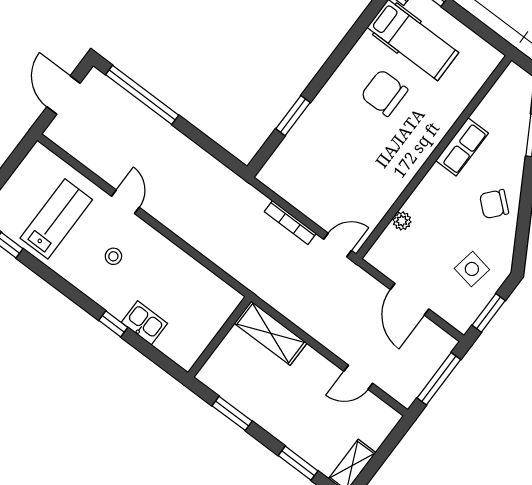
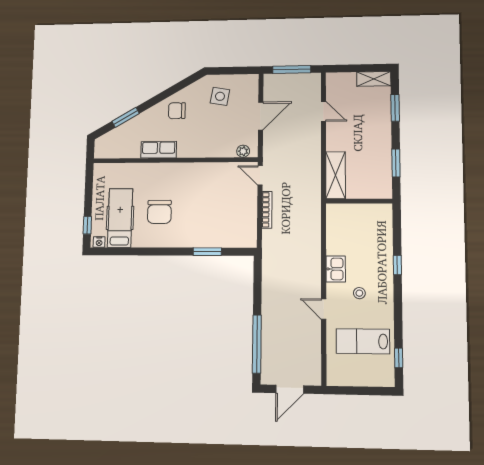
door: (125, 202) -> (324, 309), hinge flipped
chair: (494, 204) -> (177, 111), turned 139
plant: (402, 221) -> (243, 151), moved
window: (489, 313) -> (237, 71), removed
kitchen sink: (144, 323) -> (336, 269), moved, turned 180

